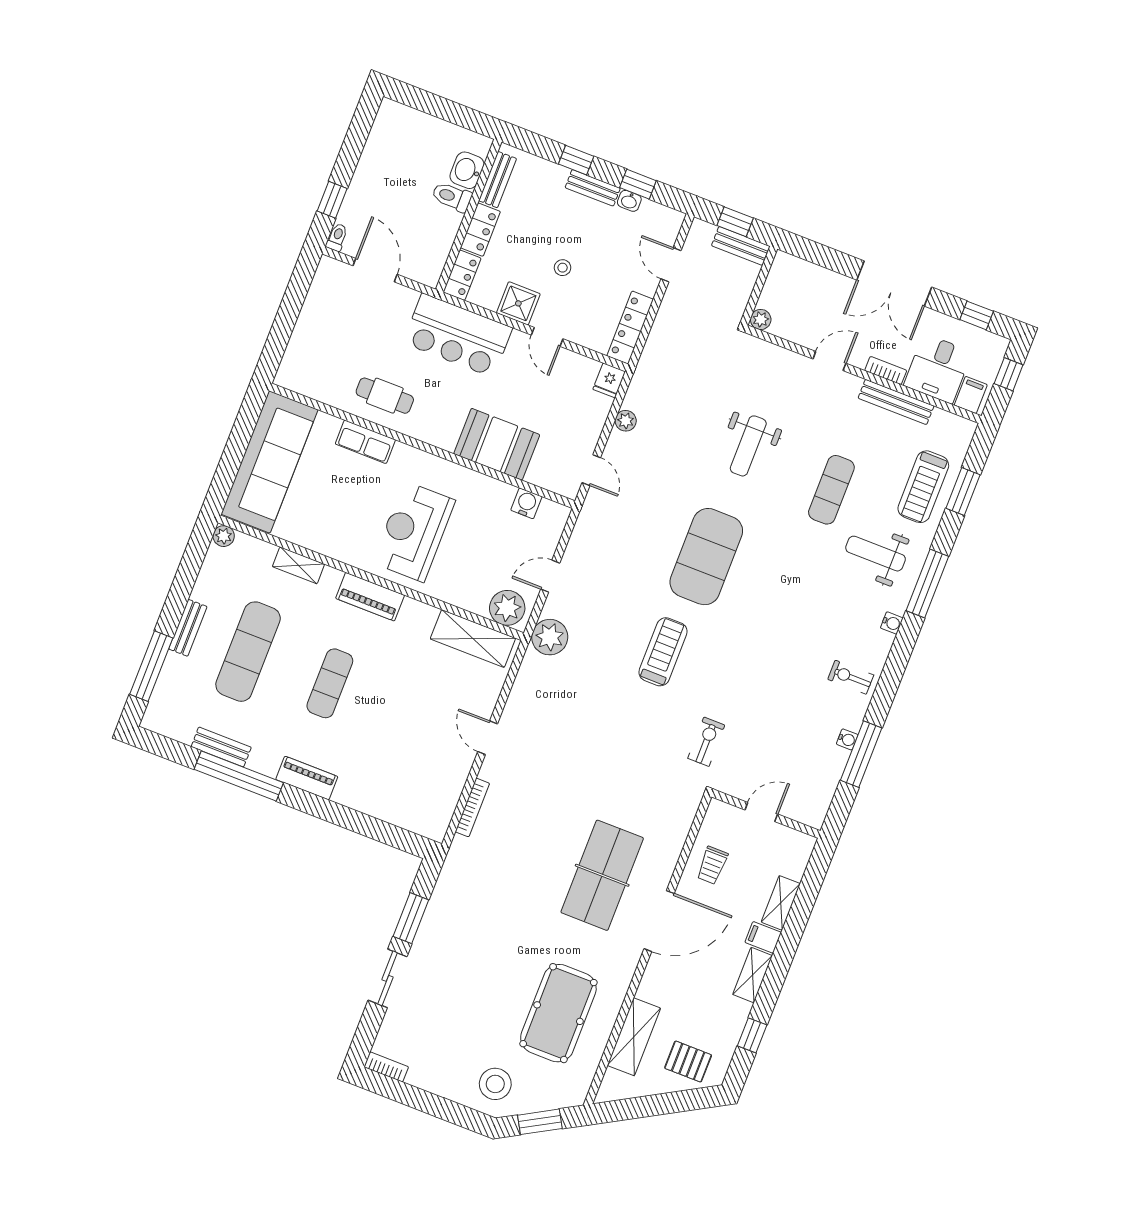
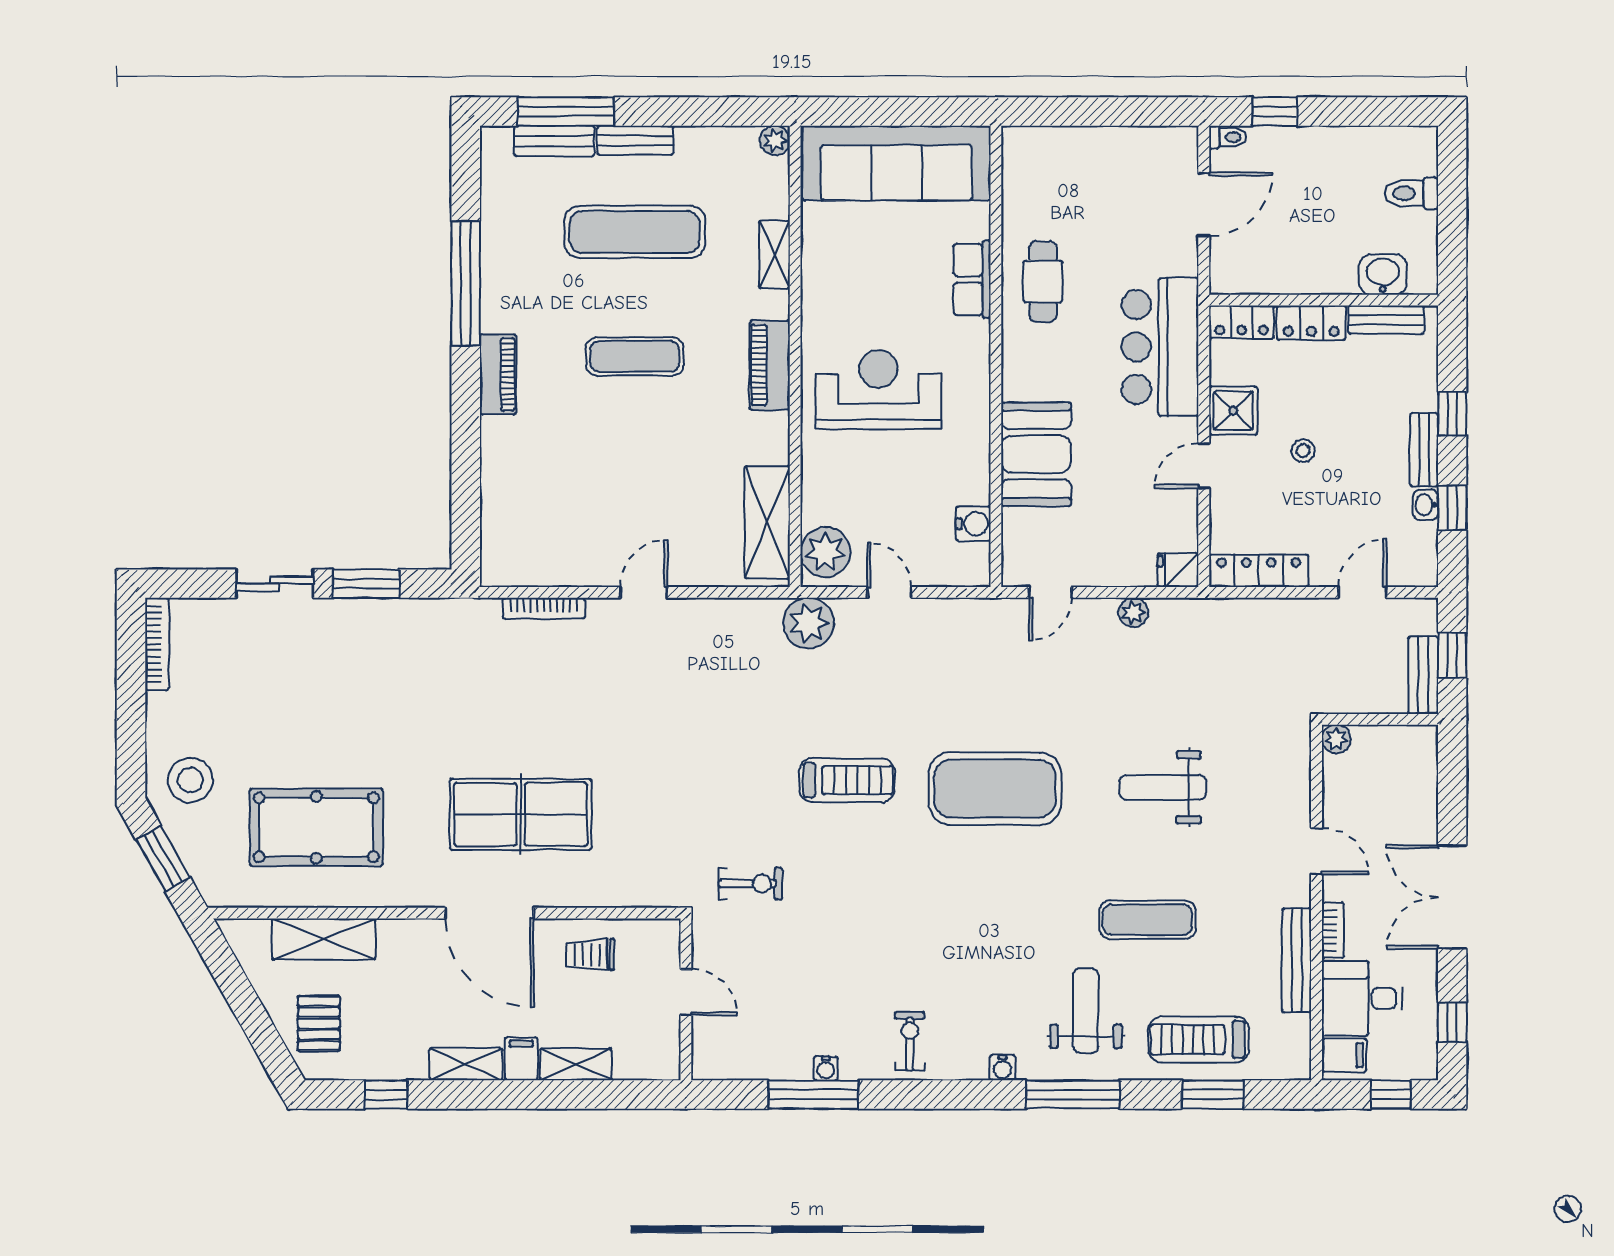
toilet: (452, 197) -> (1412, 193), moved, turned -90
bench: (221, 747) -> (554, 141), moved, turned 90
bookcase: (386, 1067) -> (157, 644), width x1.56

